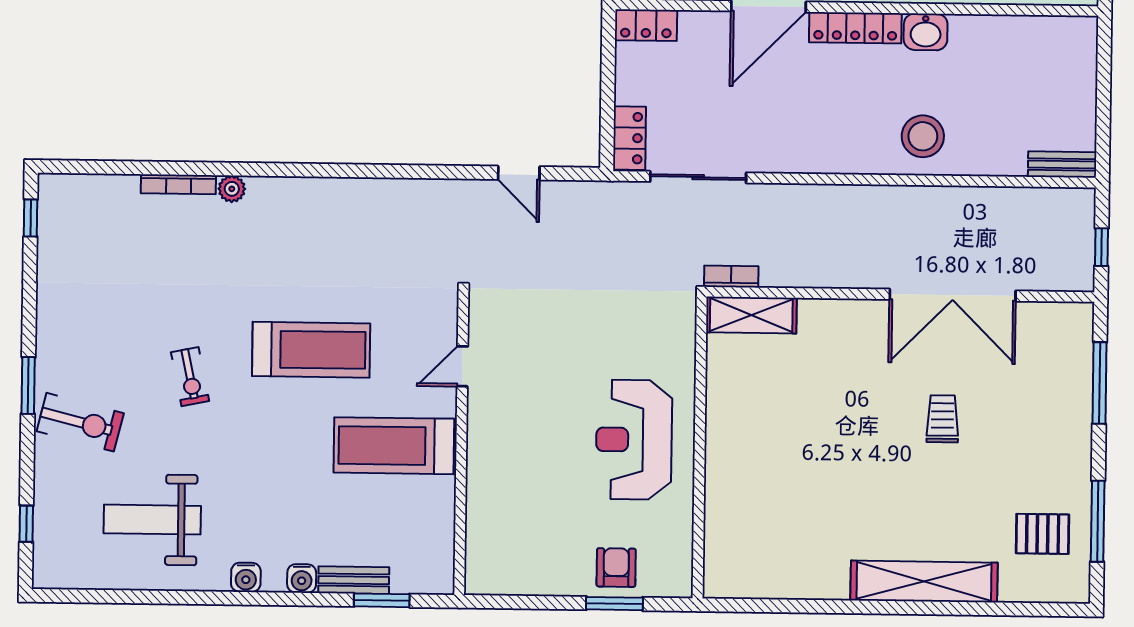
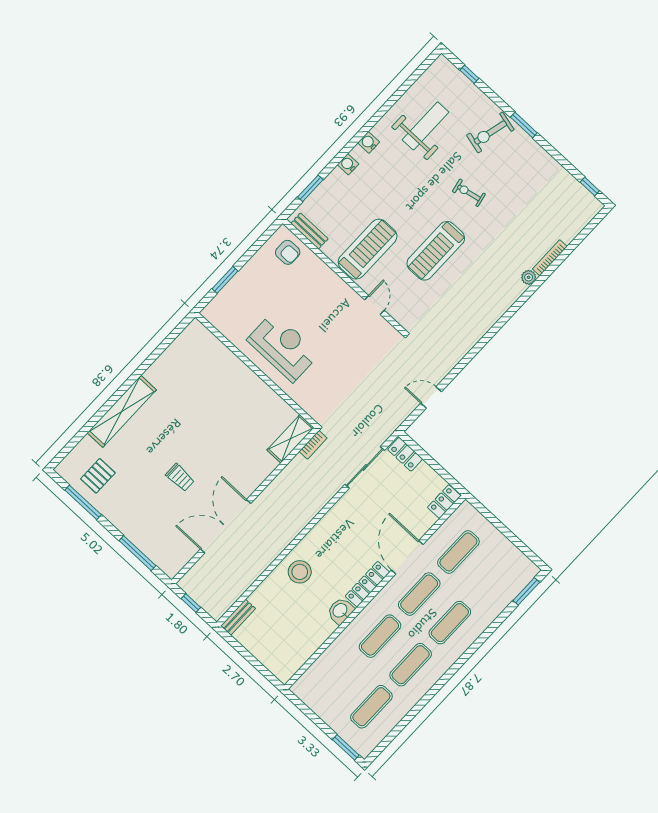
armchair: (616, 568) -> (288, 252), moved
bench: (354, 580) -> (309, 231), moved, turned 90

